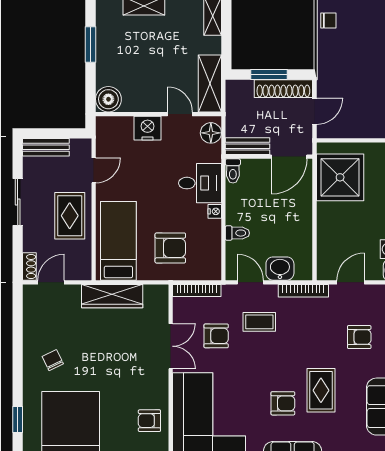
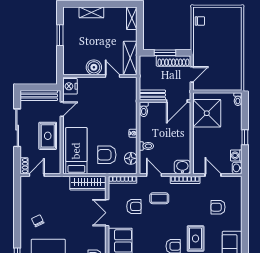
boiler: (108, 99) -> (94, 67), moved
nightstand: (148, 128) -> (70, 86), moved, turned -90
floor lamp: (211, 133) -> (131, 158), moved
bench: (46, 147) -> (39, 96), width x1.36
desk: (200, 183) -> (124, 117), removed
sliding door: (18, 202) -> (17, 128), width x1.37
armchair: (170, 248) -> (107, 155), turned 180
washbasin: (280, 269) -> (182, 167), moved
door: (351, 282) -> (213, 175), hinge flipped
wardrobe: (112, 296) -> (88, 183), moved
armchair: (359, 337) -> (218, 207), turned 180
double door: (171, 346) -> (107, 213), swing flipped

